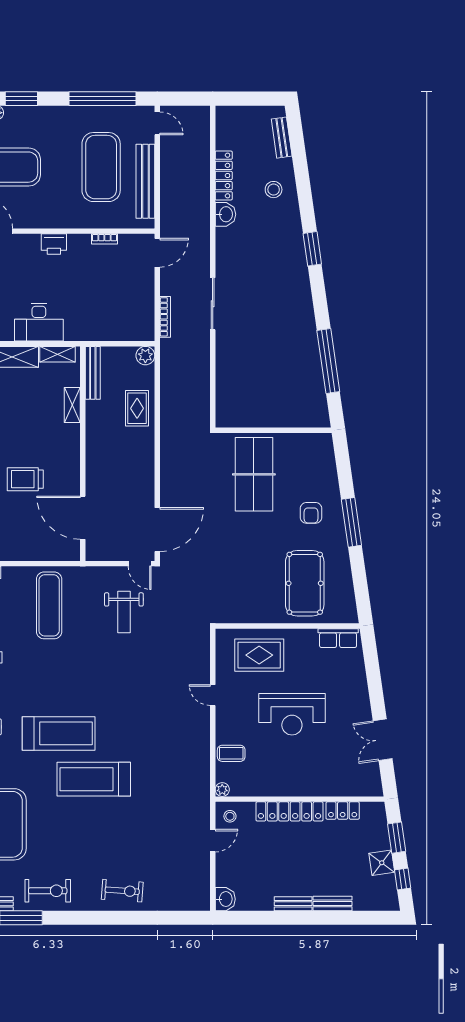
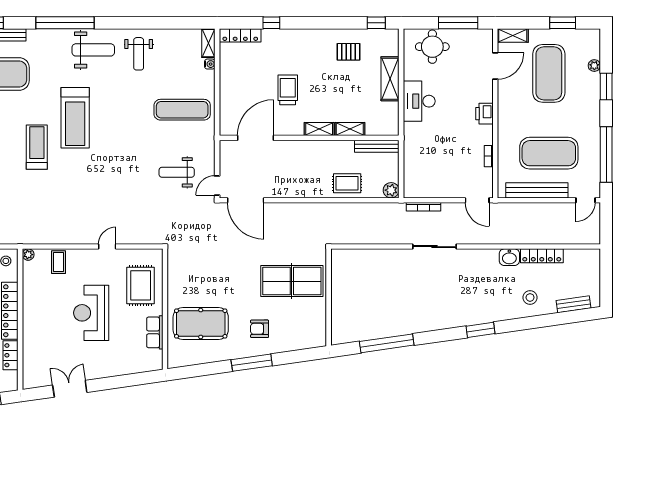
shelving: (57, 354) -> (319, 129), moved, turned 90
row of seats: (338, 638) -> (155, 332), moved
treadmill: (94, 779) -> (37, 147), width x0.73, depth x0.73

